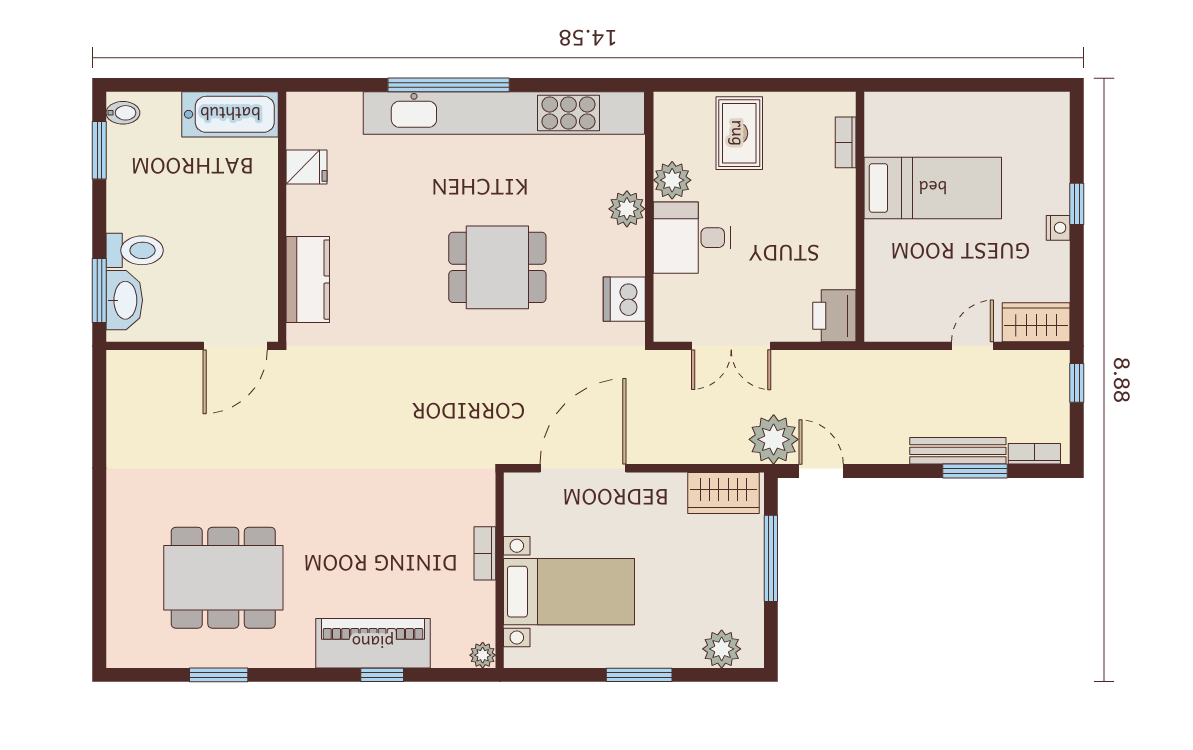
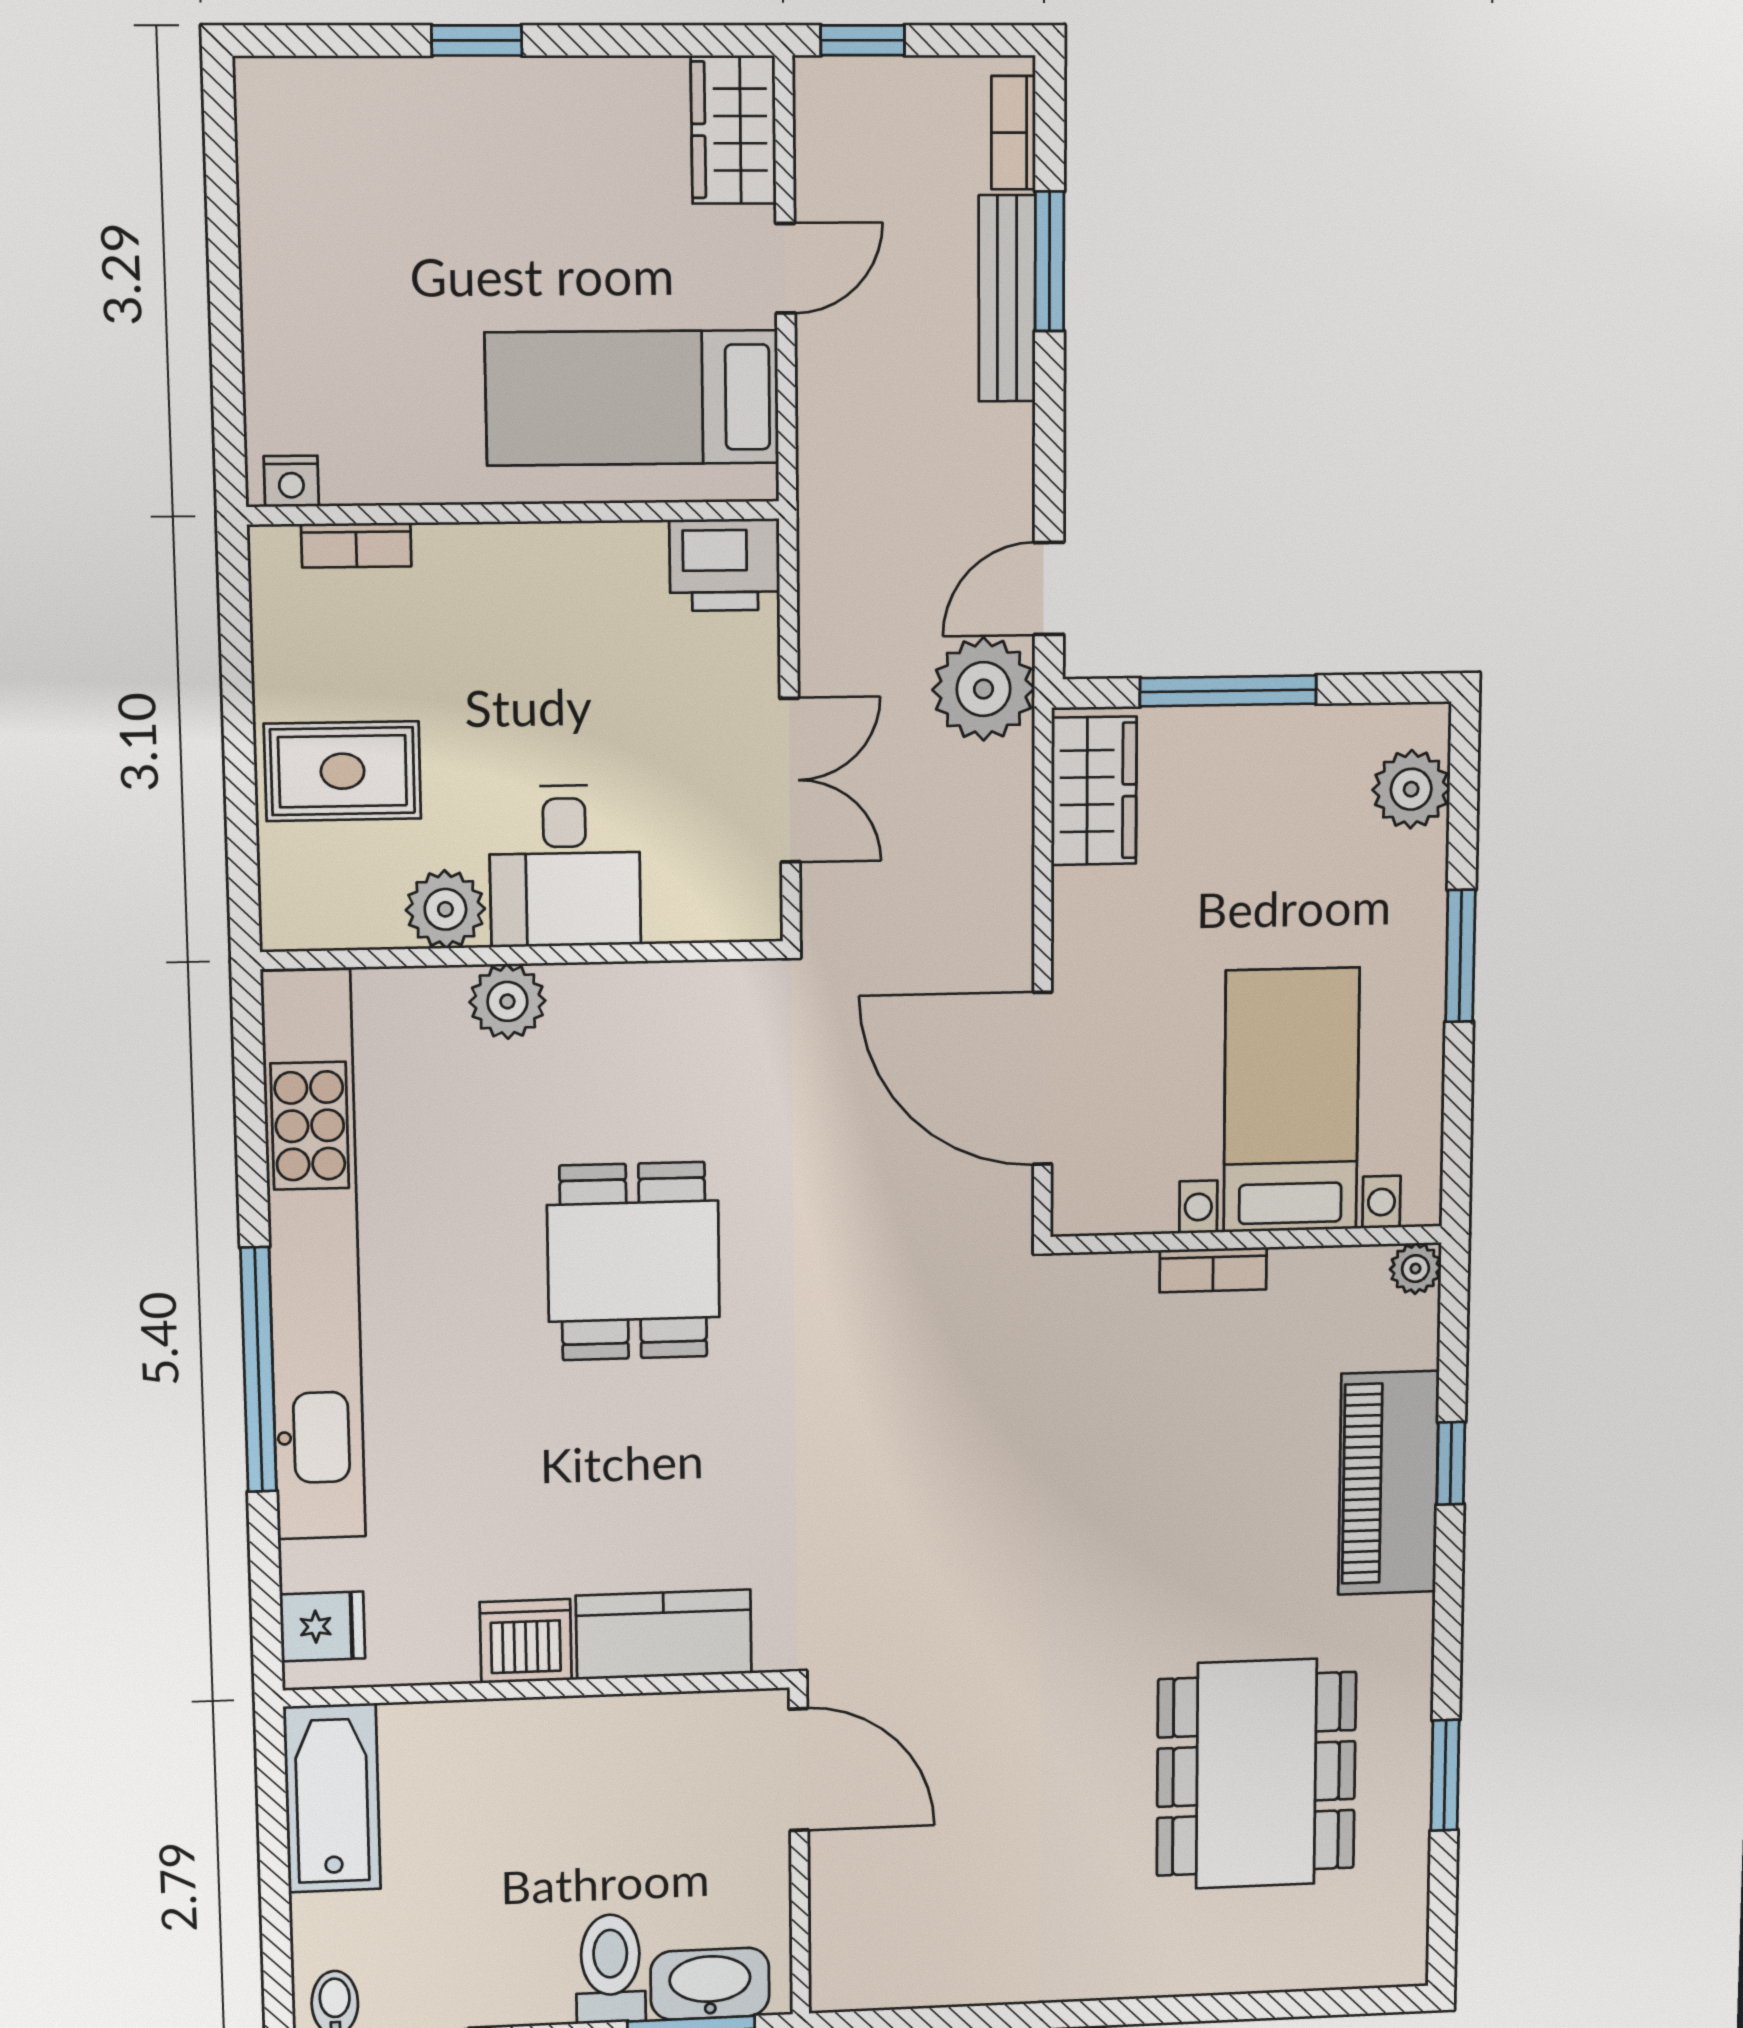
fridge: (307, 167) -> (322, 1626), moved, turned 90
bed: (933, 188) -> (632, 398), moved, turned -90
nightstand: (1058, 228) -> (291, 481), moved, turned 180
dishwasher: (624, 299) -> (526, 1641), moved, turned 180
door: (973, 346) -> (785, 268), swing flipped

